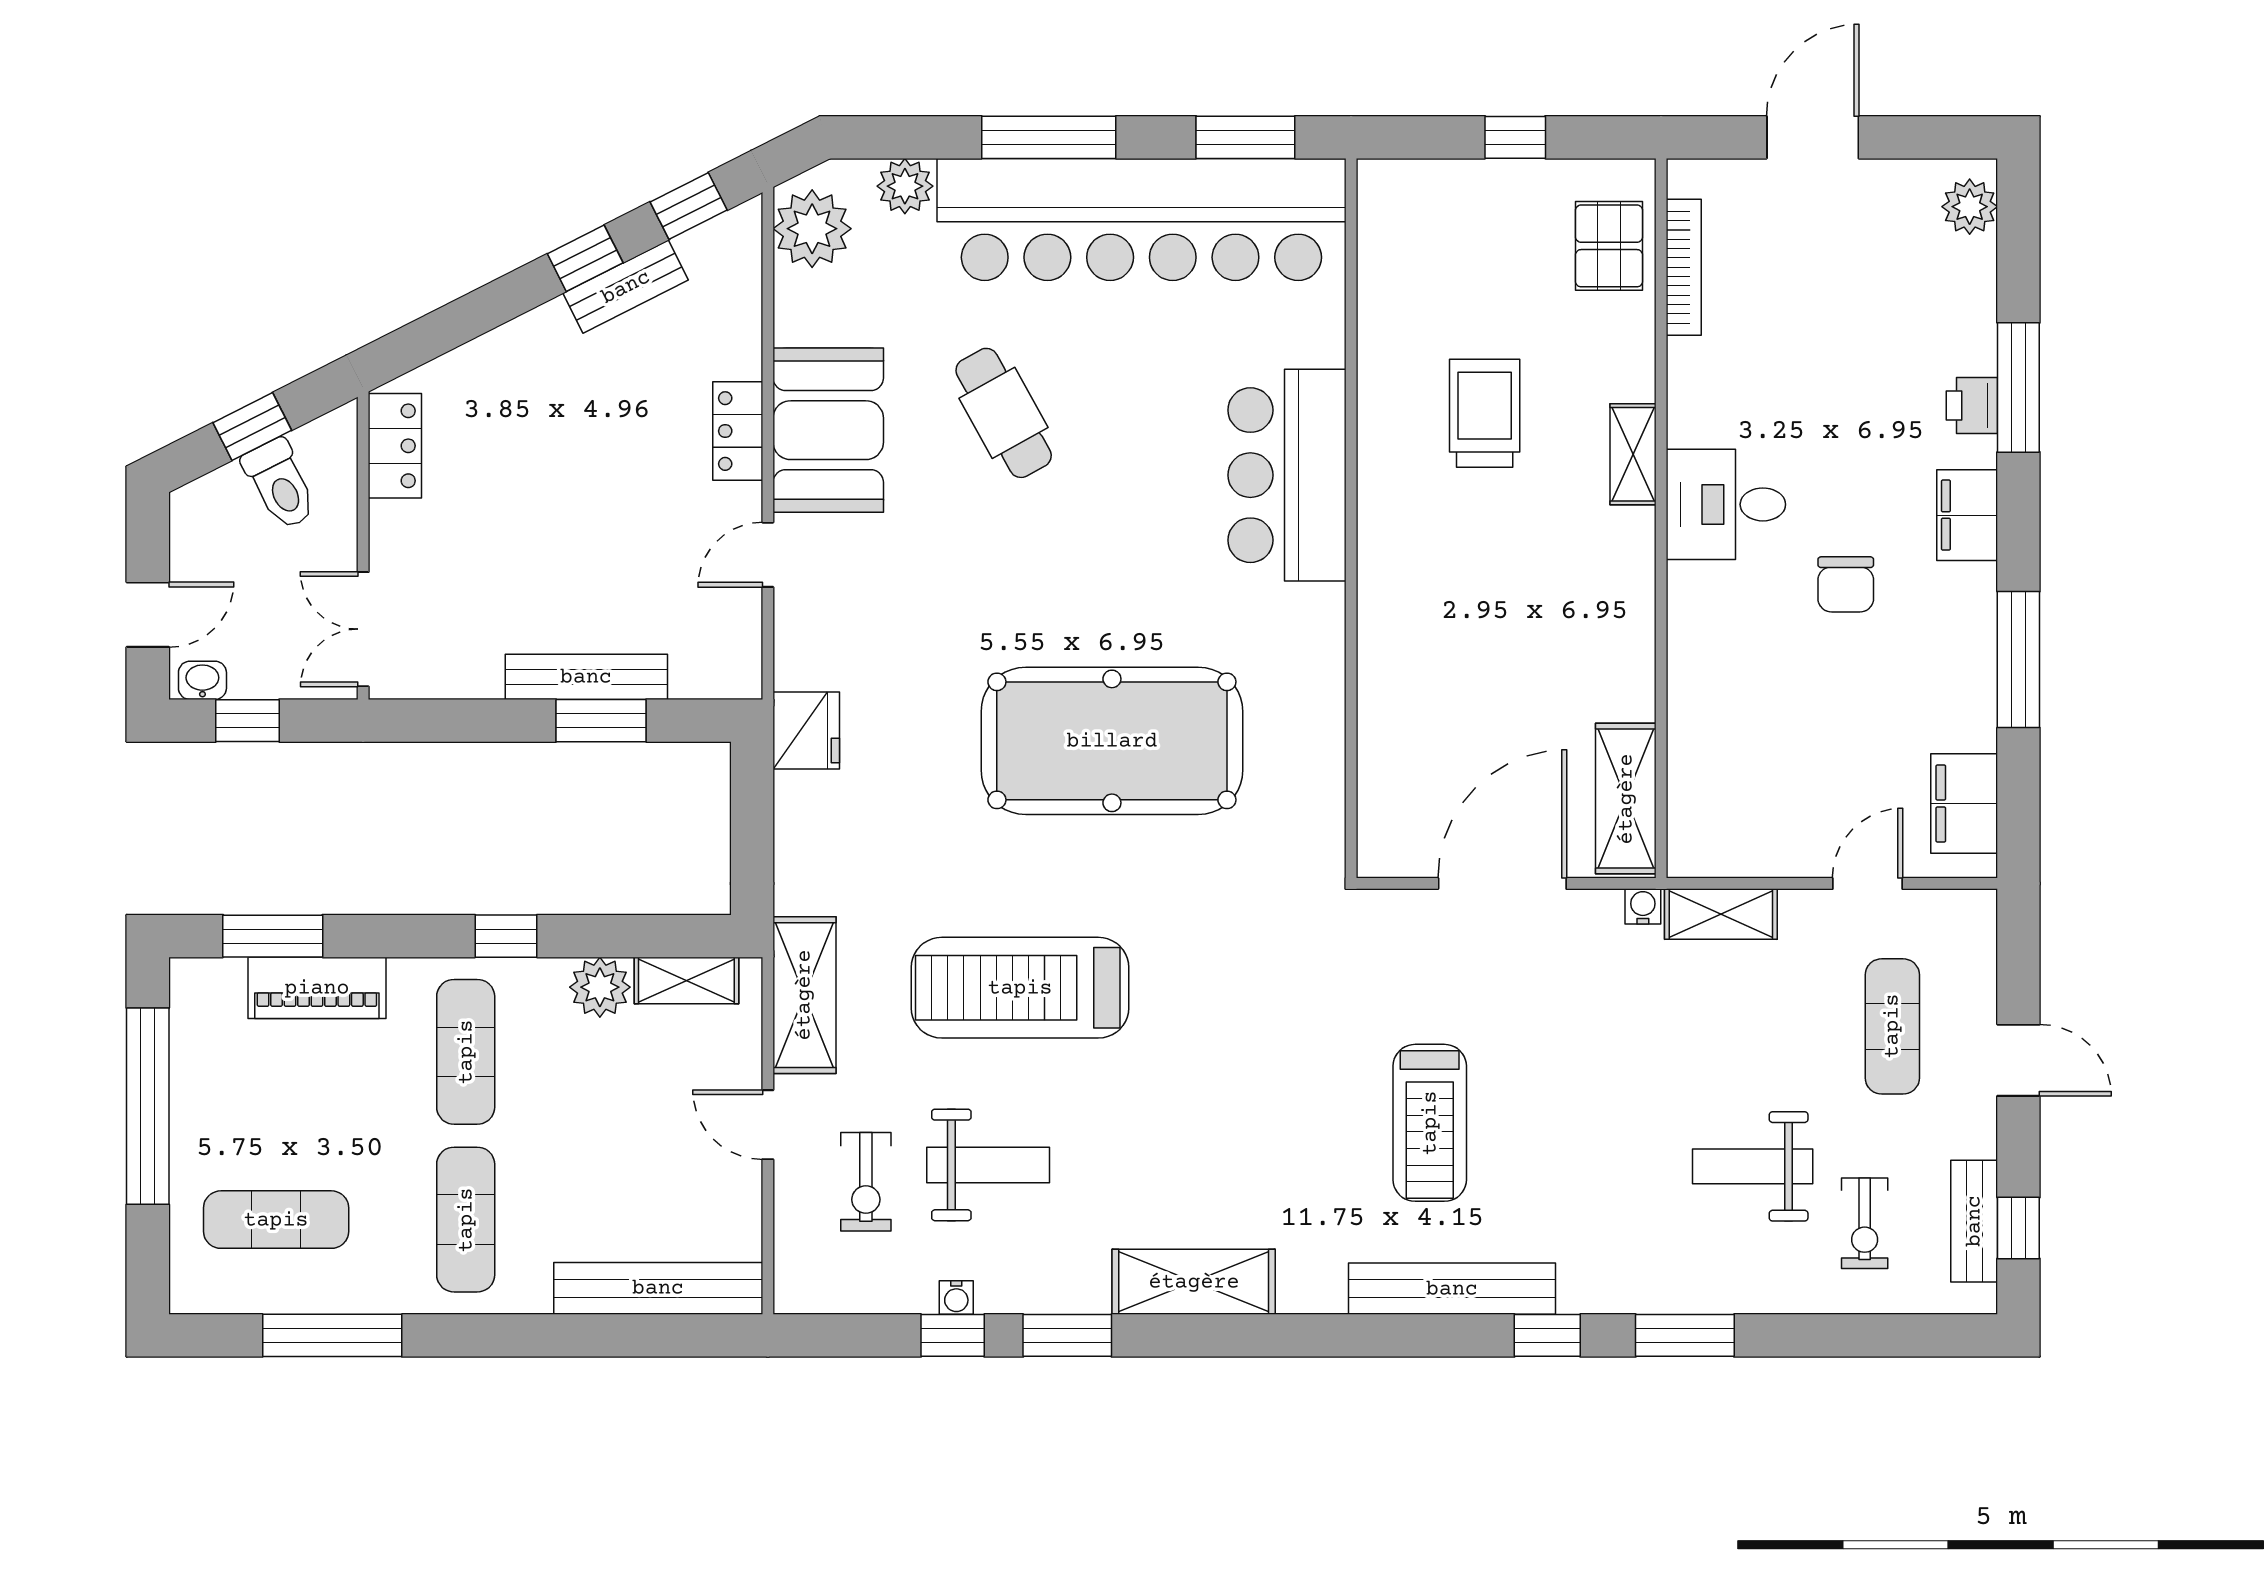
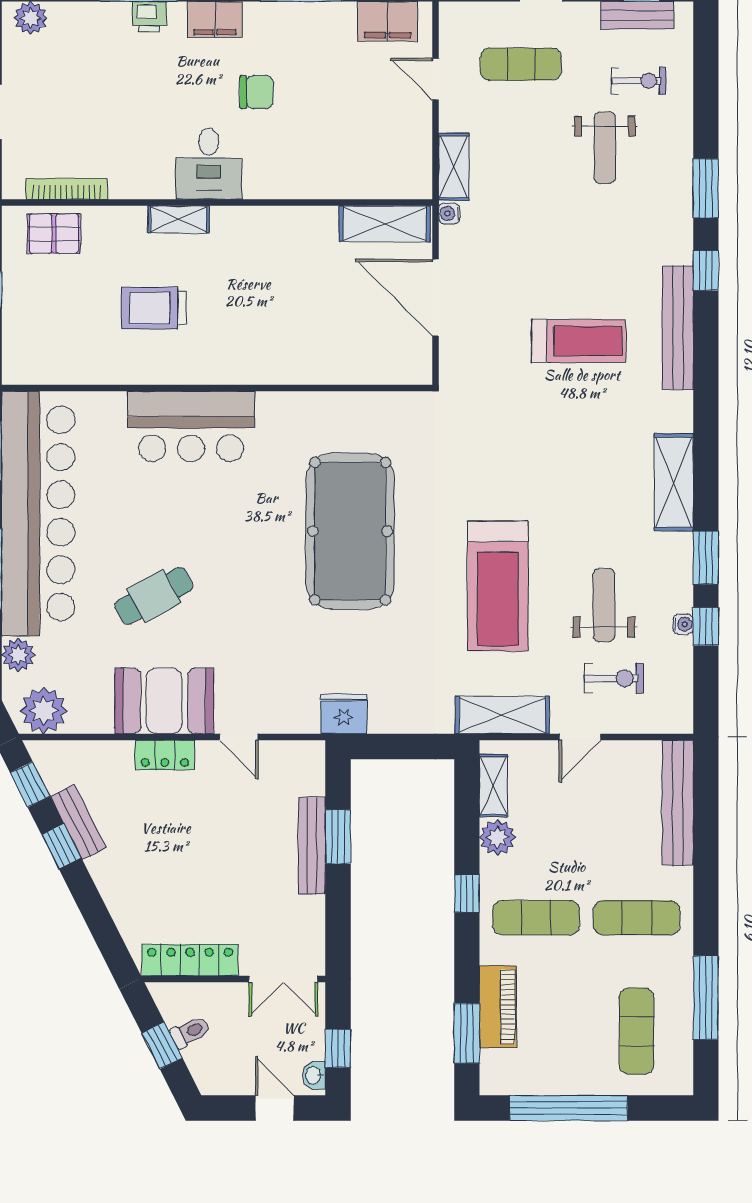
locker: (395, 446) -> (190, 960), width x1.53
toilet: (280, 484) -> (190, 1032), width x0.73, depth x0.72

